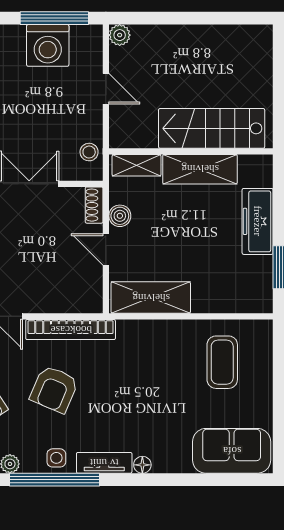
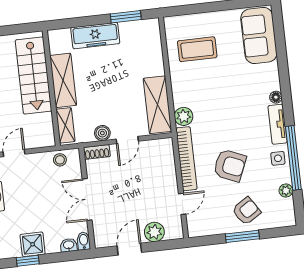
plant: (130, 332) -> (184, 116), added

